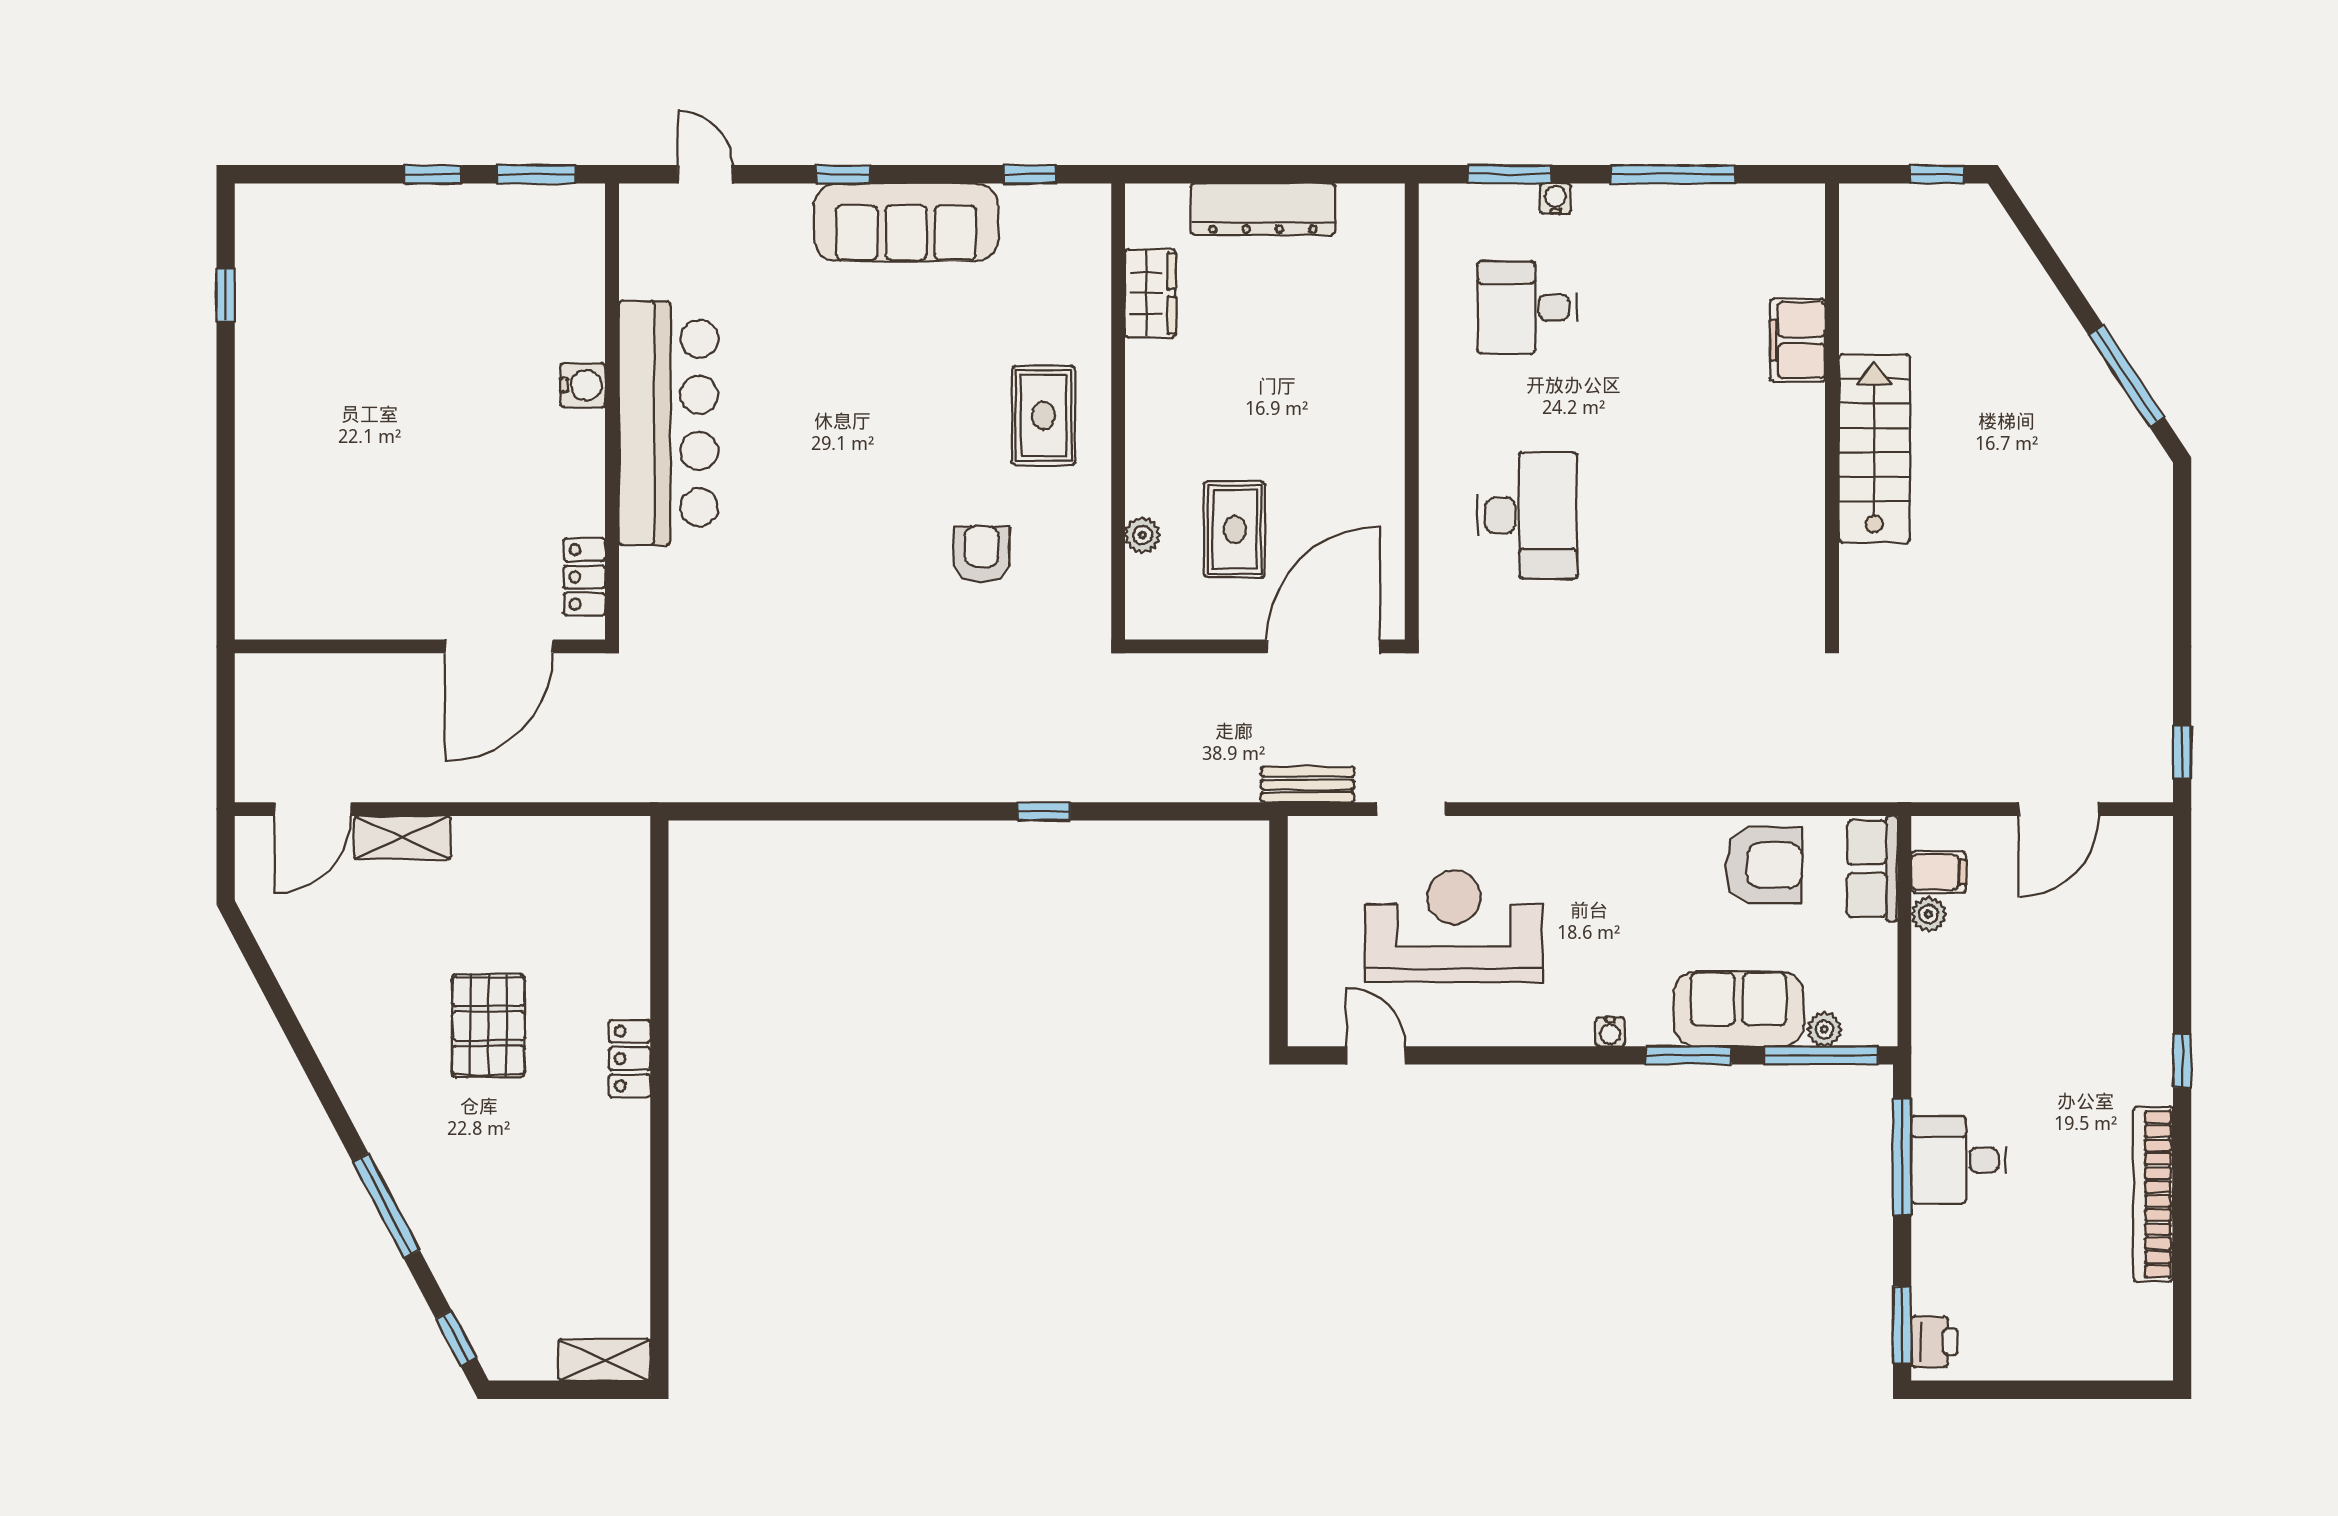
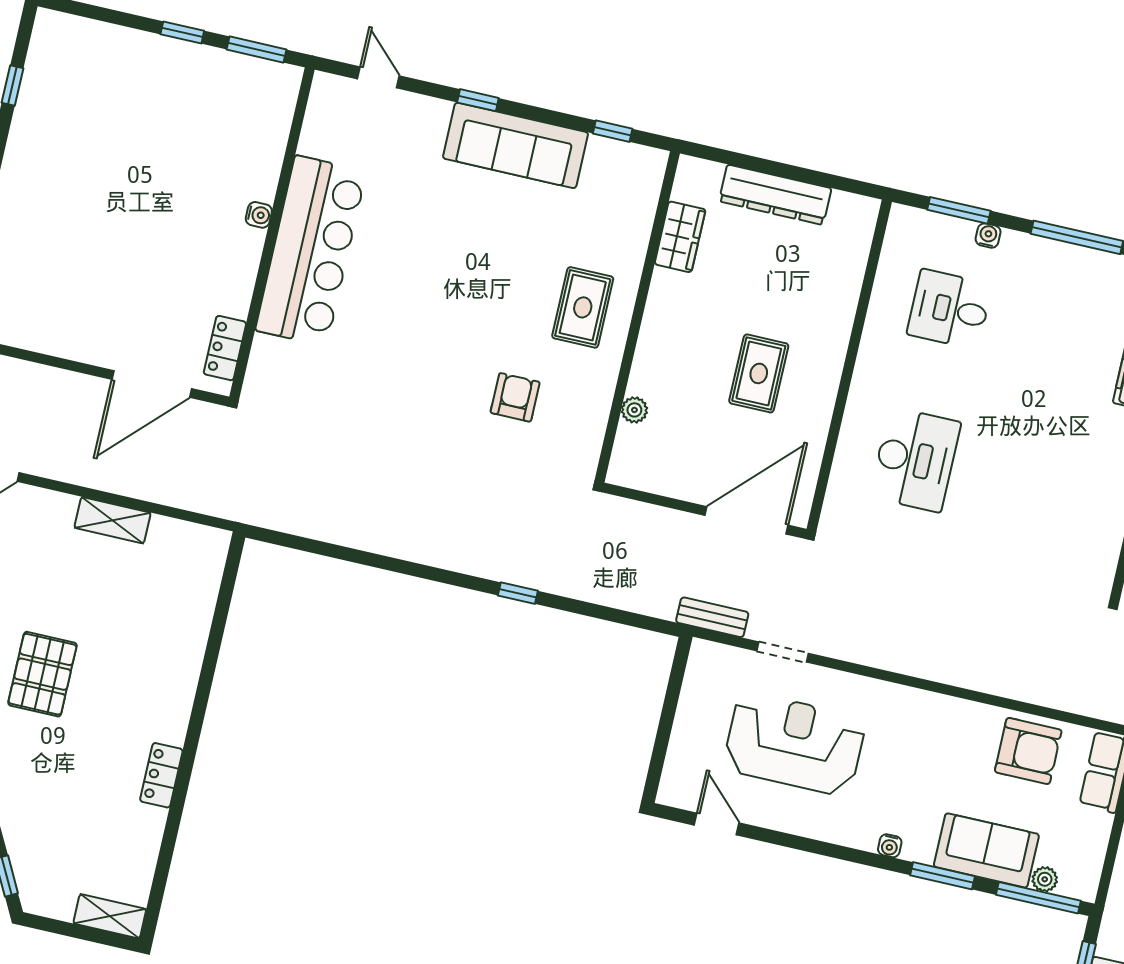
water cooler: (583, 385) -> (259, 215), width x0.72, depth x0.72
rug: (1235, 529) -> (759, 373), moved
shelving: (402, 838) -> (113, 520), moved
pallet: (488, 1026) -> (42, 674), moved
locker: (630, 1059) -> (161, 775), moved

